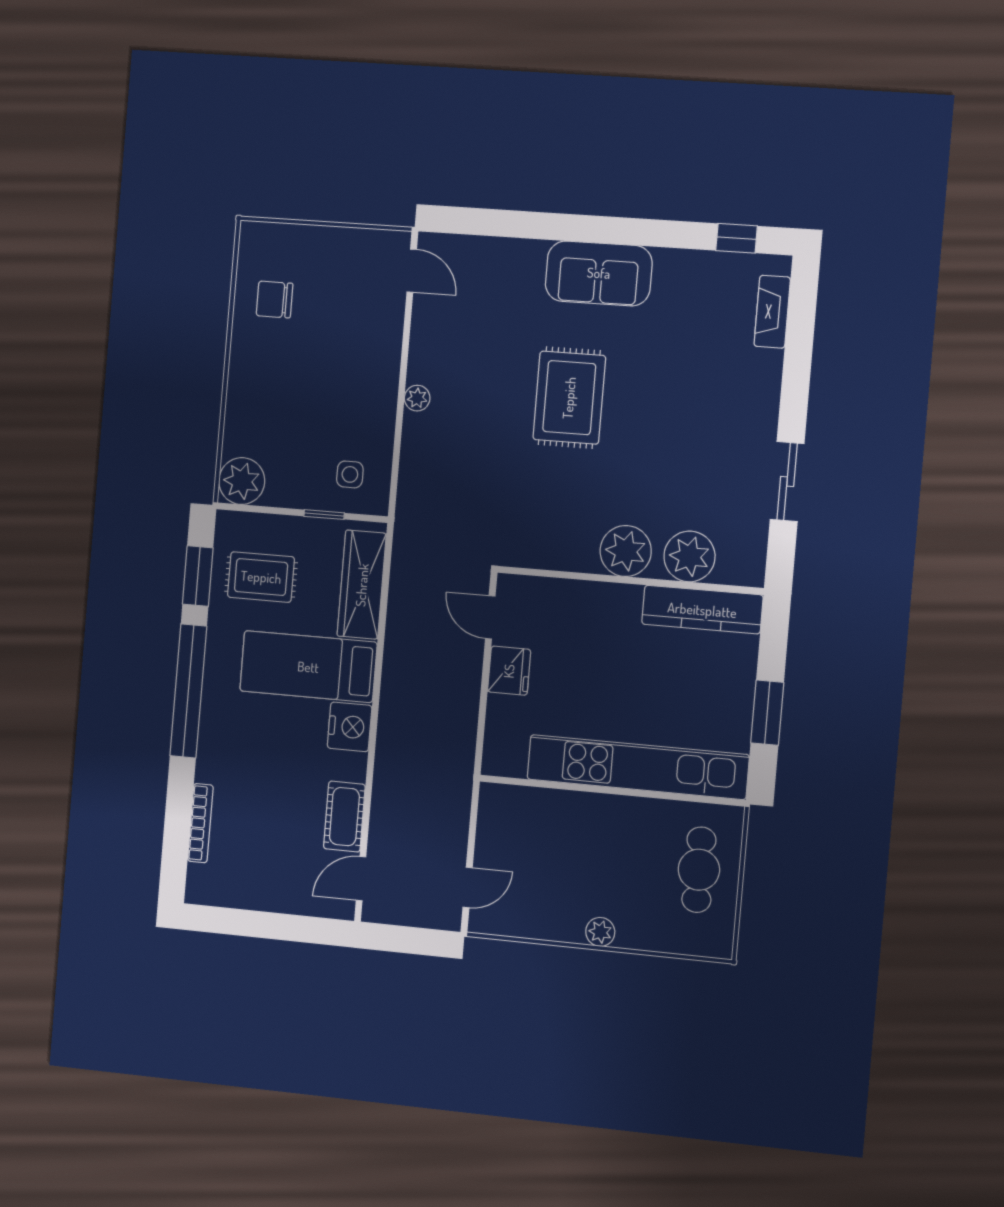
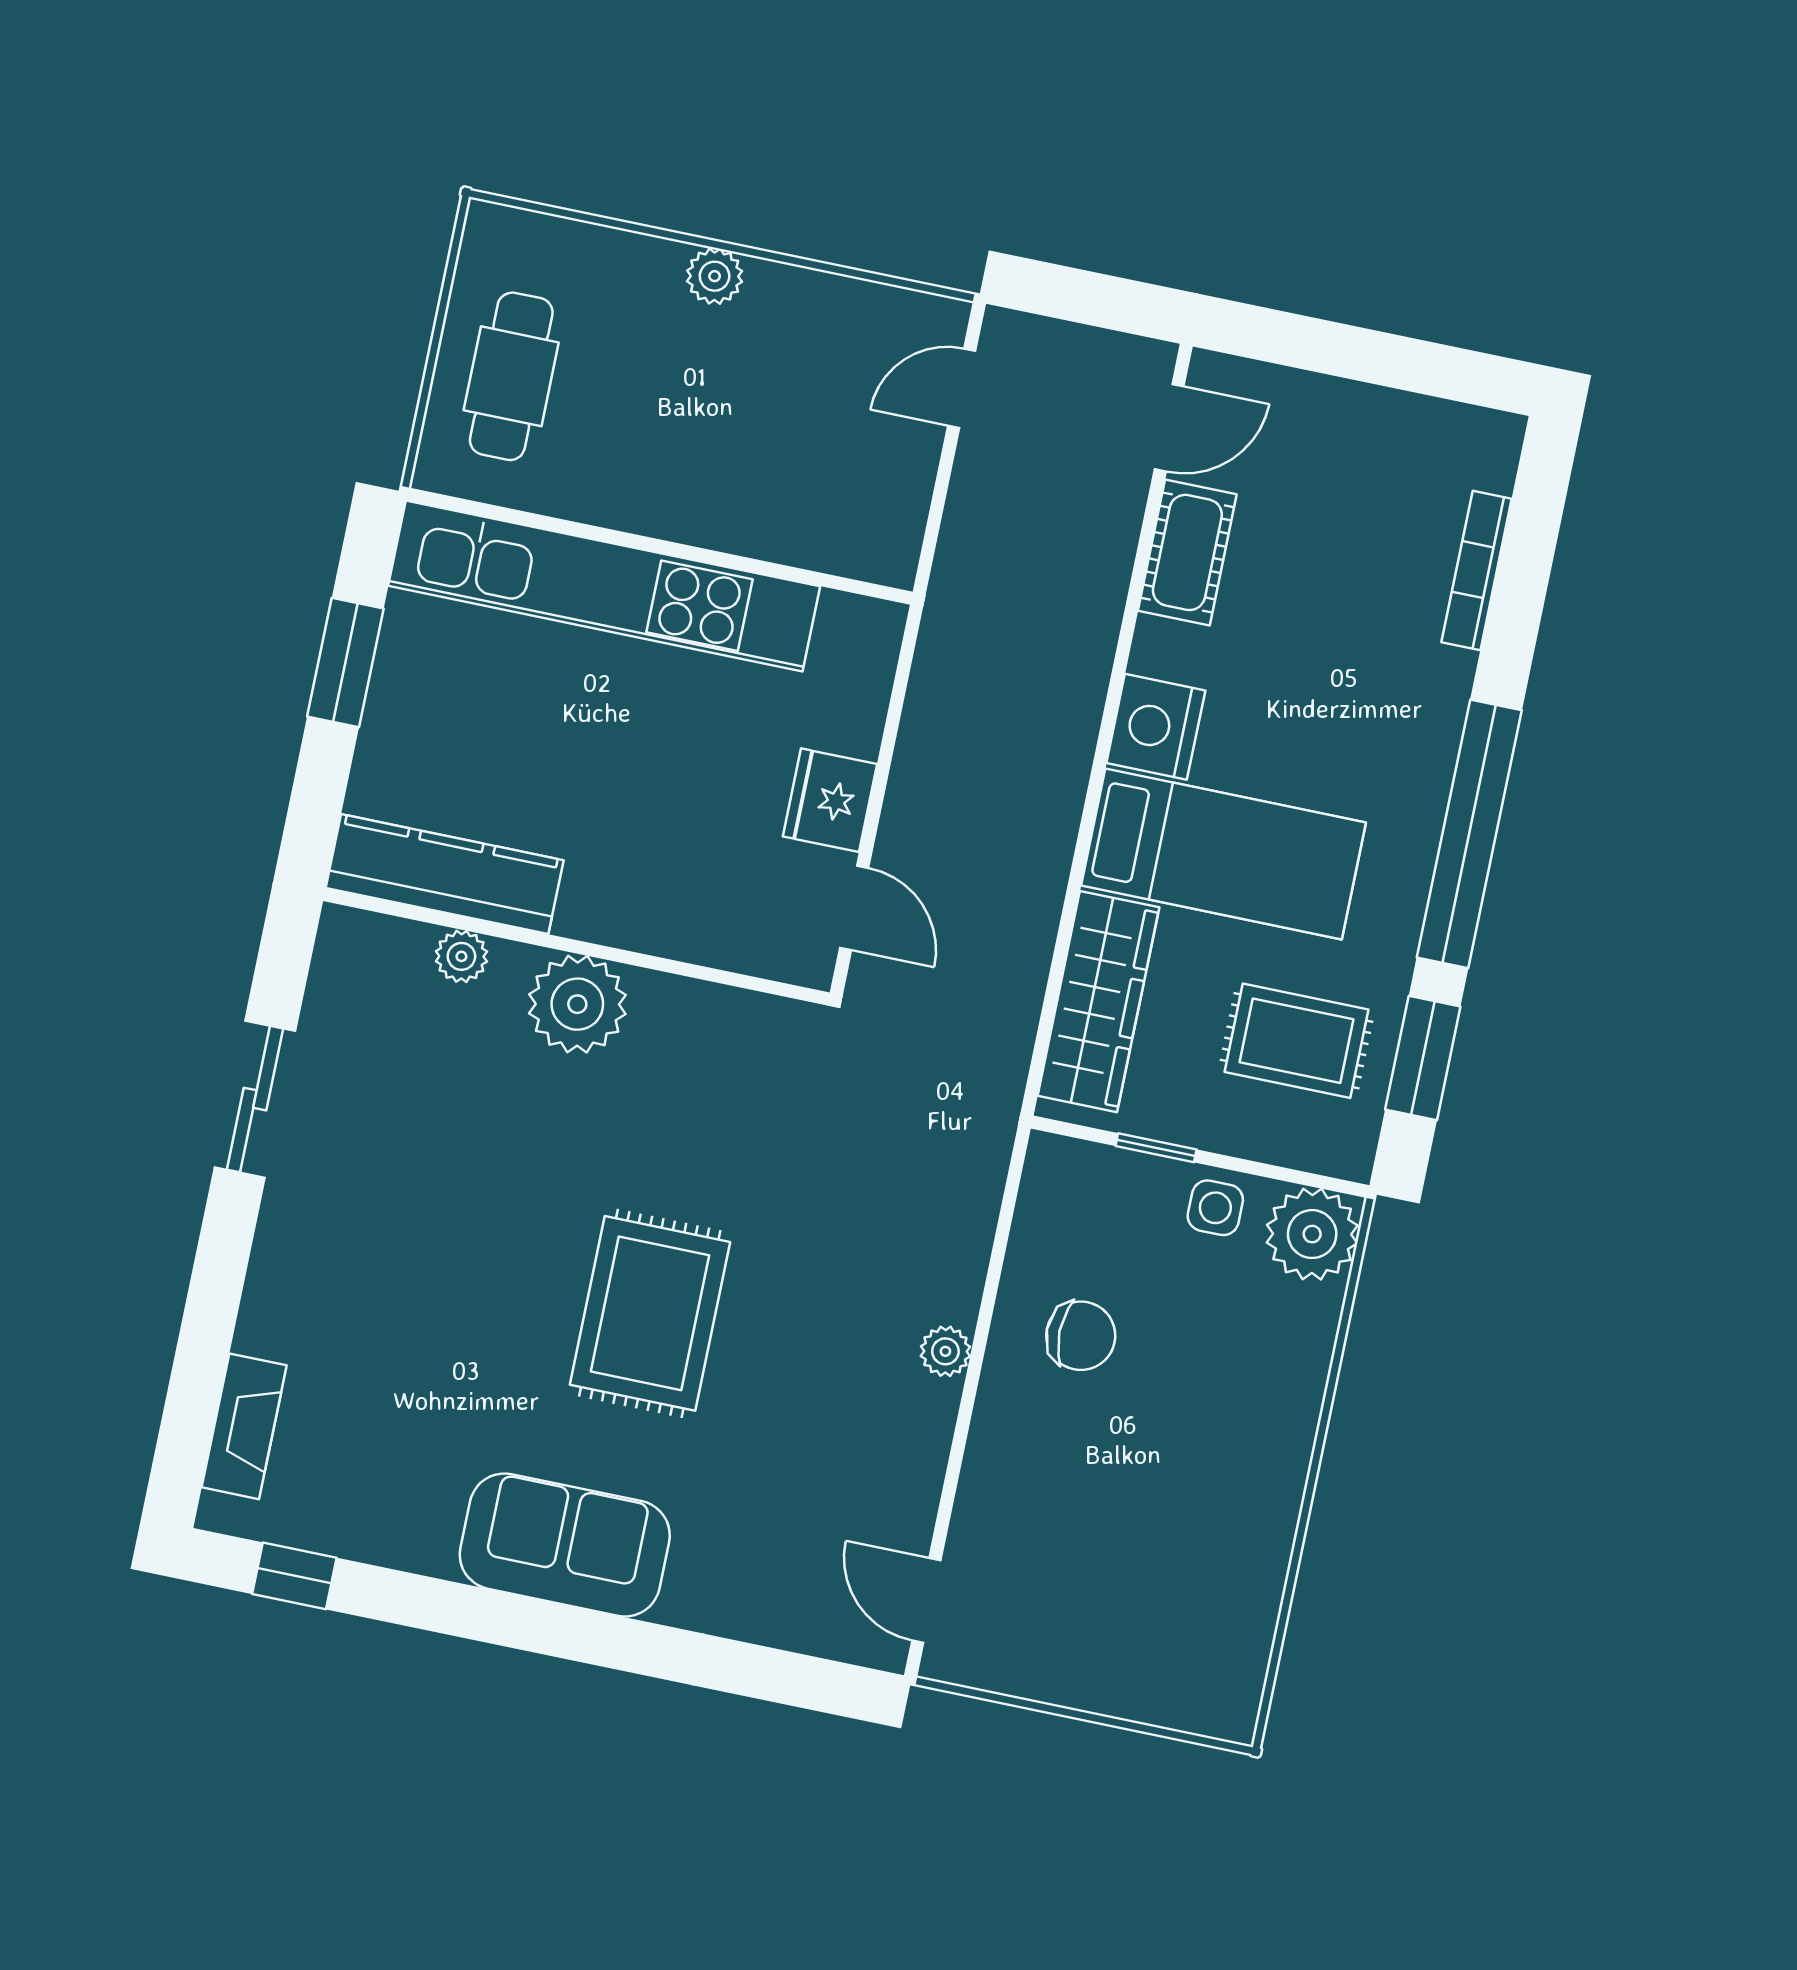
chair: (274, 300) -> (1081, 1336), moved
side table: (350, 474) -> (1215, 1208), moved
plant: (689, 556) -> (461, 956), width x0.53, depth x0.53

